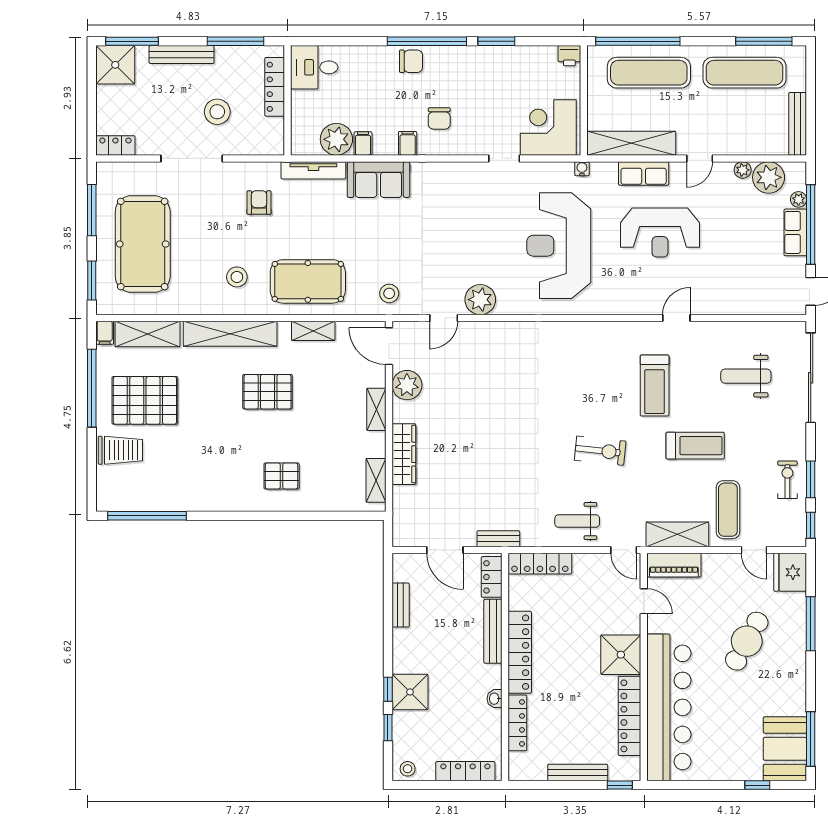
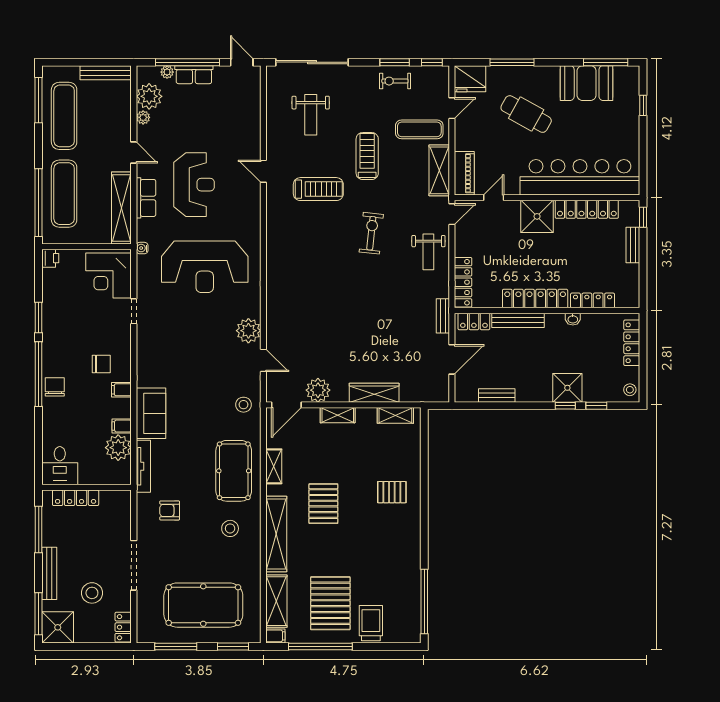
stool: (217, 112) -> (92, 593), moved
pallet: (282, 476) -> (392, 492), turned 90
booth: (785, 749) -> (587, 83), moved
bench: (578, 773) -> (633, 245), width x0.73

